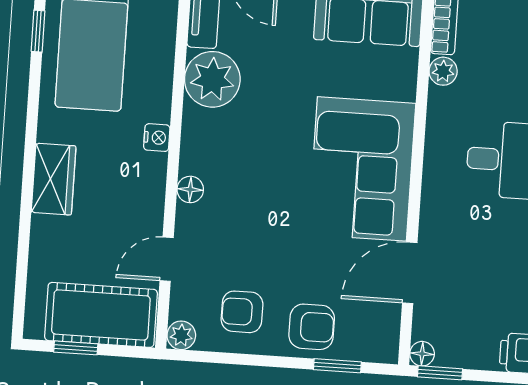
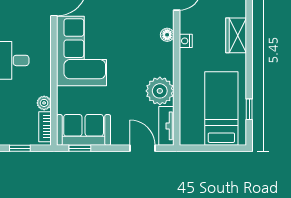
nightstand: (157, 138) -> (186, 41), moved

